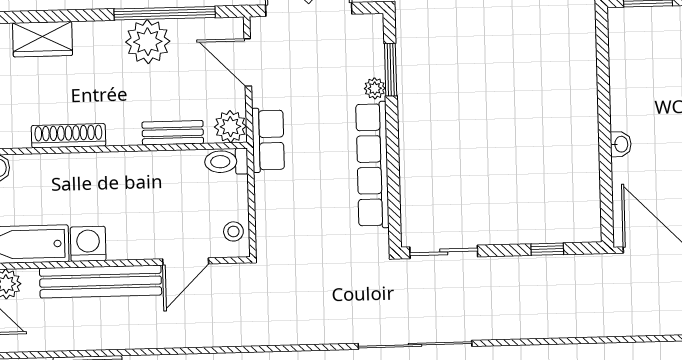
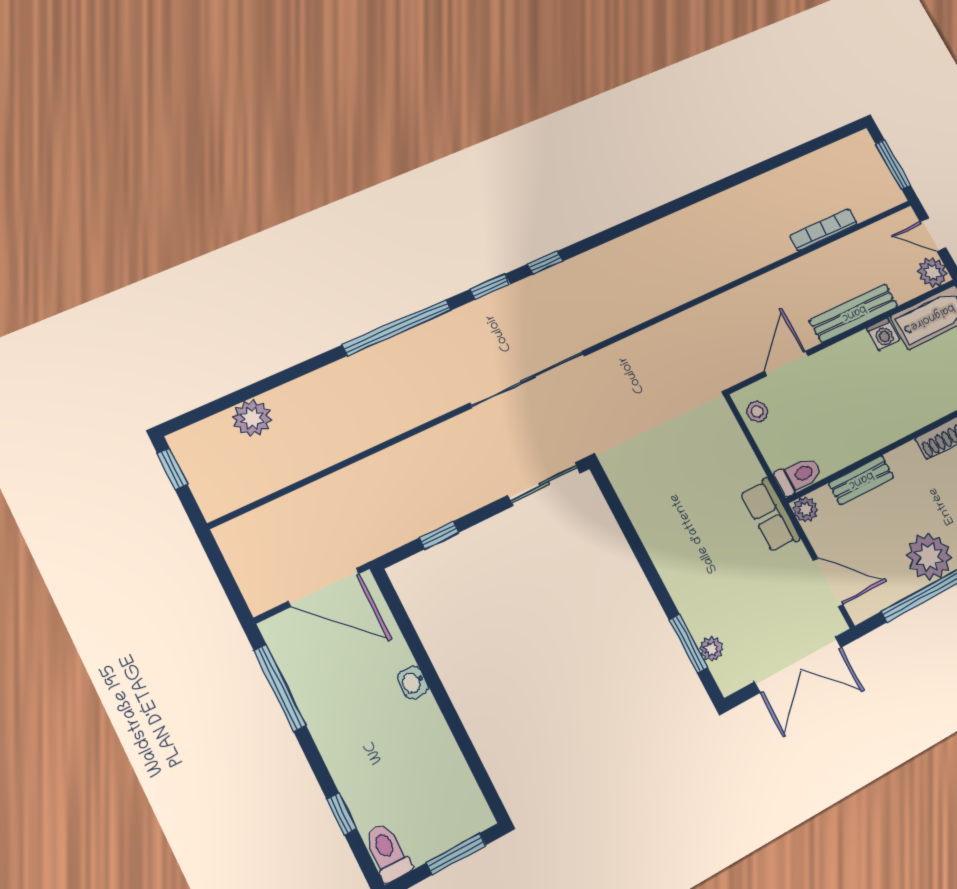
plant: (375, 88) -> (711, 649), moved
plant: (230, 127) -> (805, 509), width x0.73, depth x0.73
row of seats: (372, 165) -> (658, 539), removed
washing machine: (88, 244) -> (883, 334), width x0.73, depth x0.73
bench: (101, 282) -> (854, 313), width x0.73, depth x0.82

